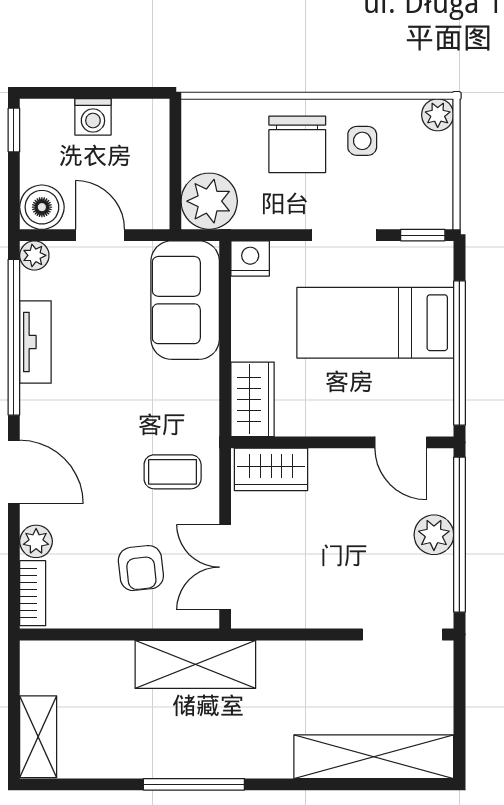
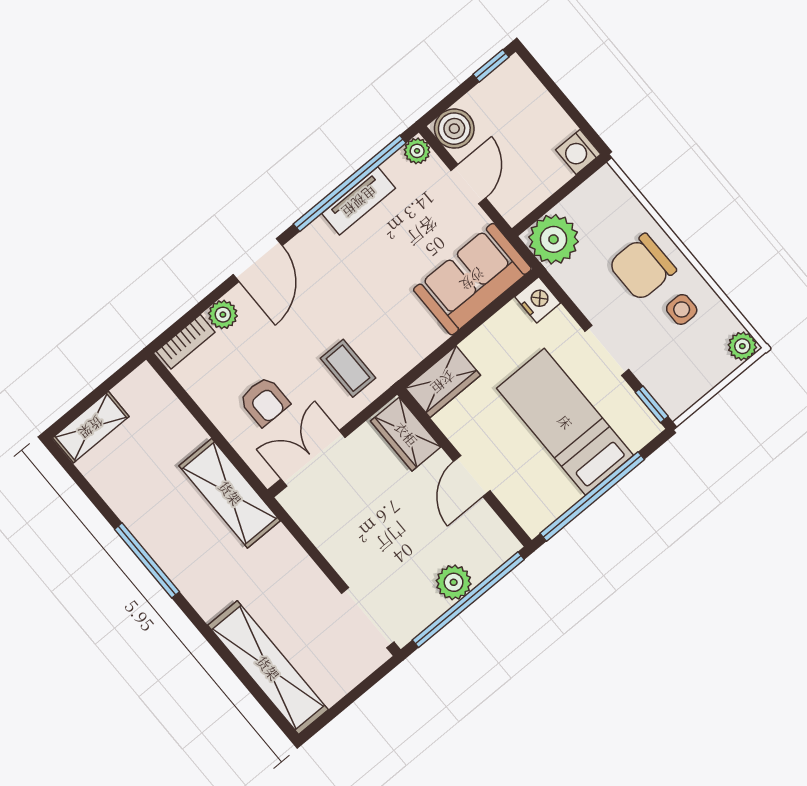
washing machine: (93, 117) -> (578, 152), moved
door: (401, 442) -> (472, 476), moved
armchair: (141, 568) -> (264, 401), turned -84

